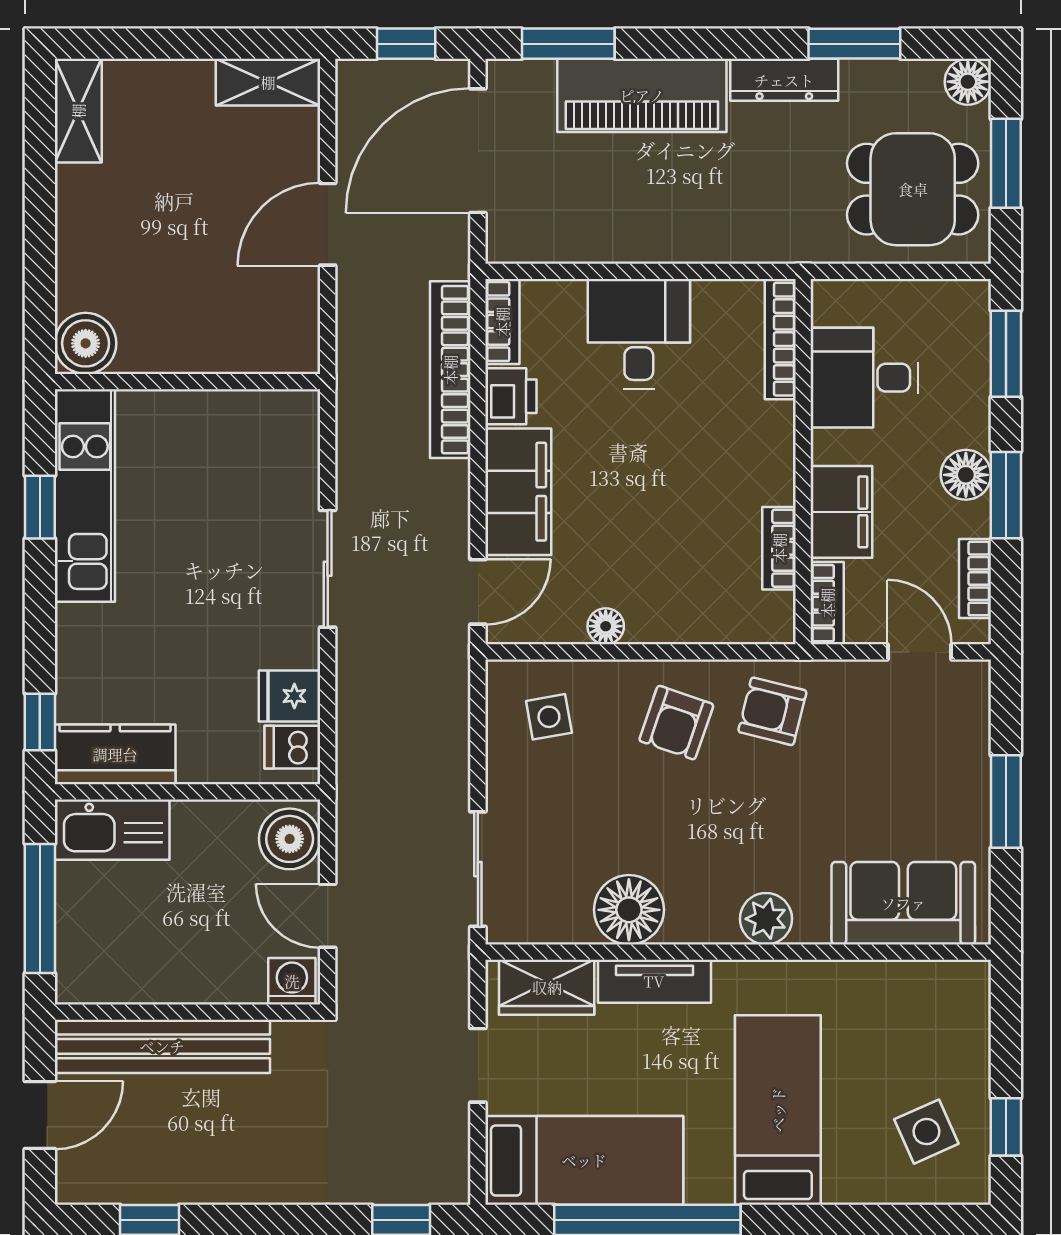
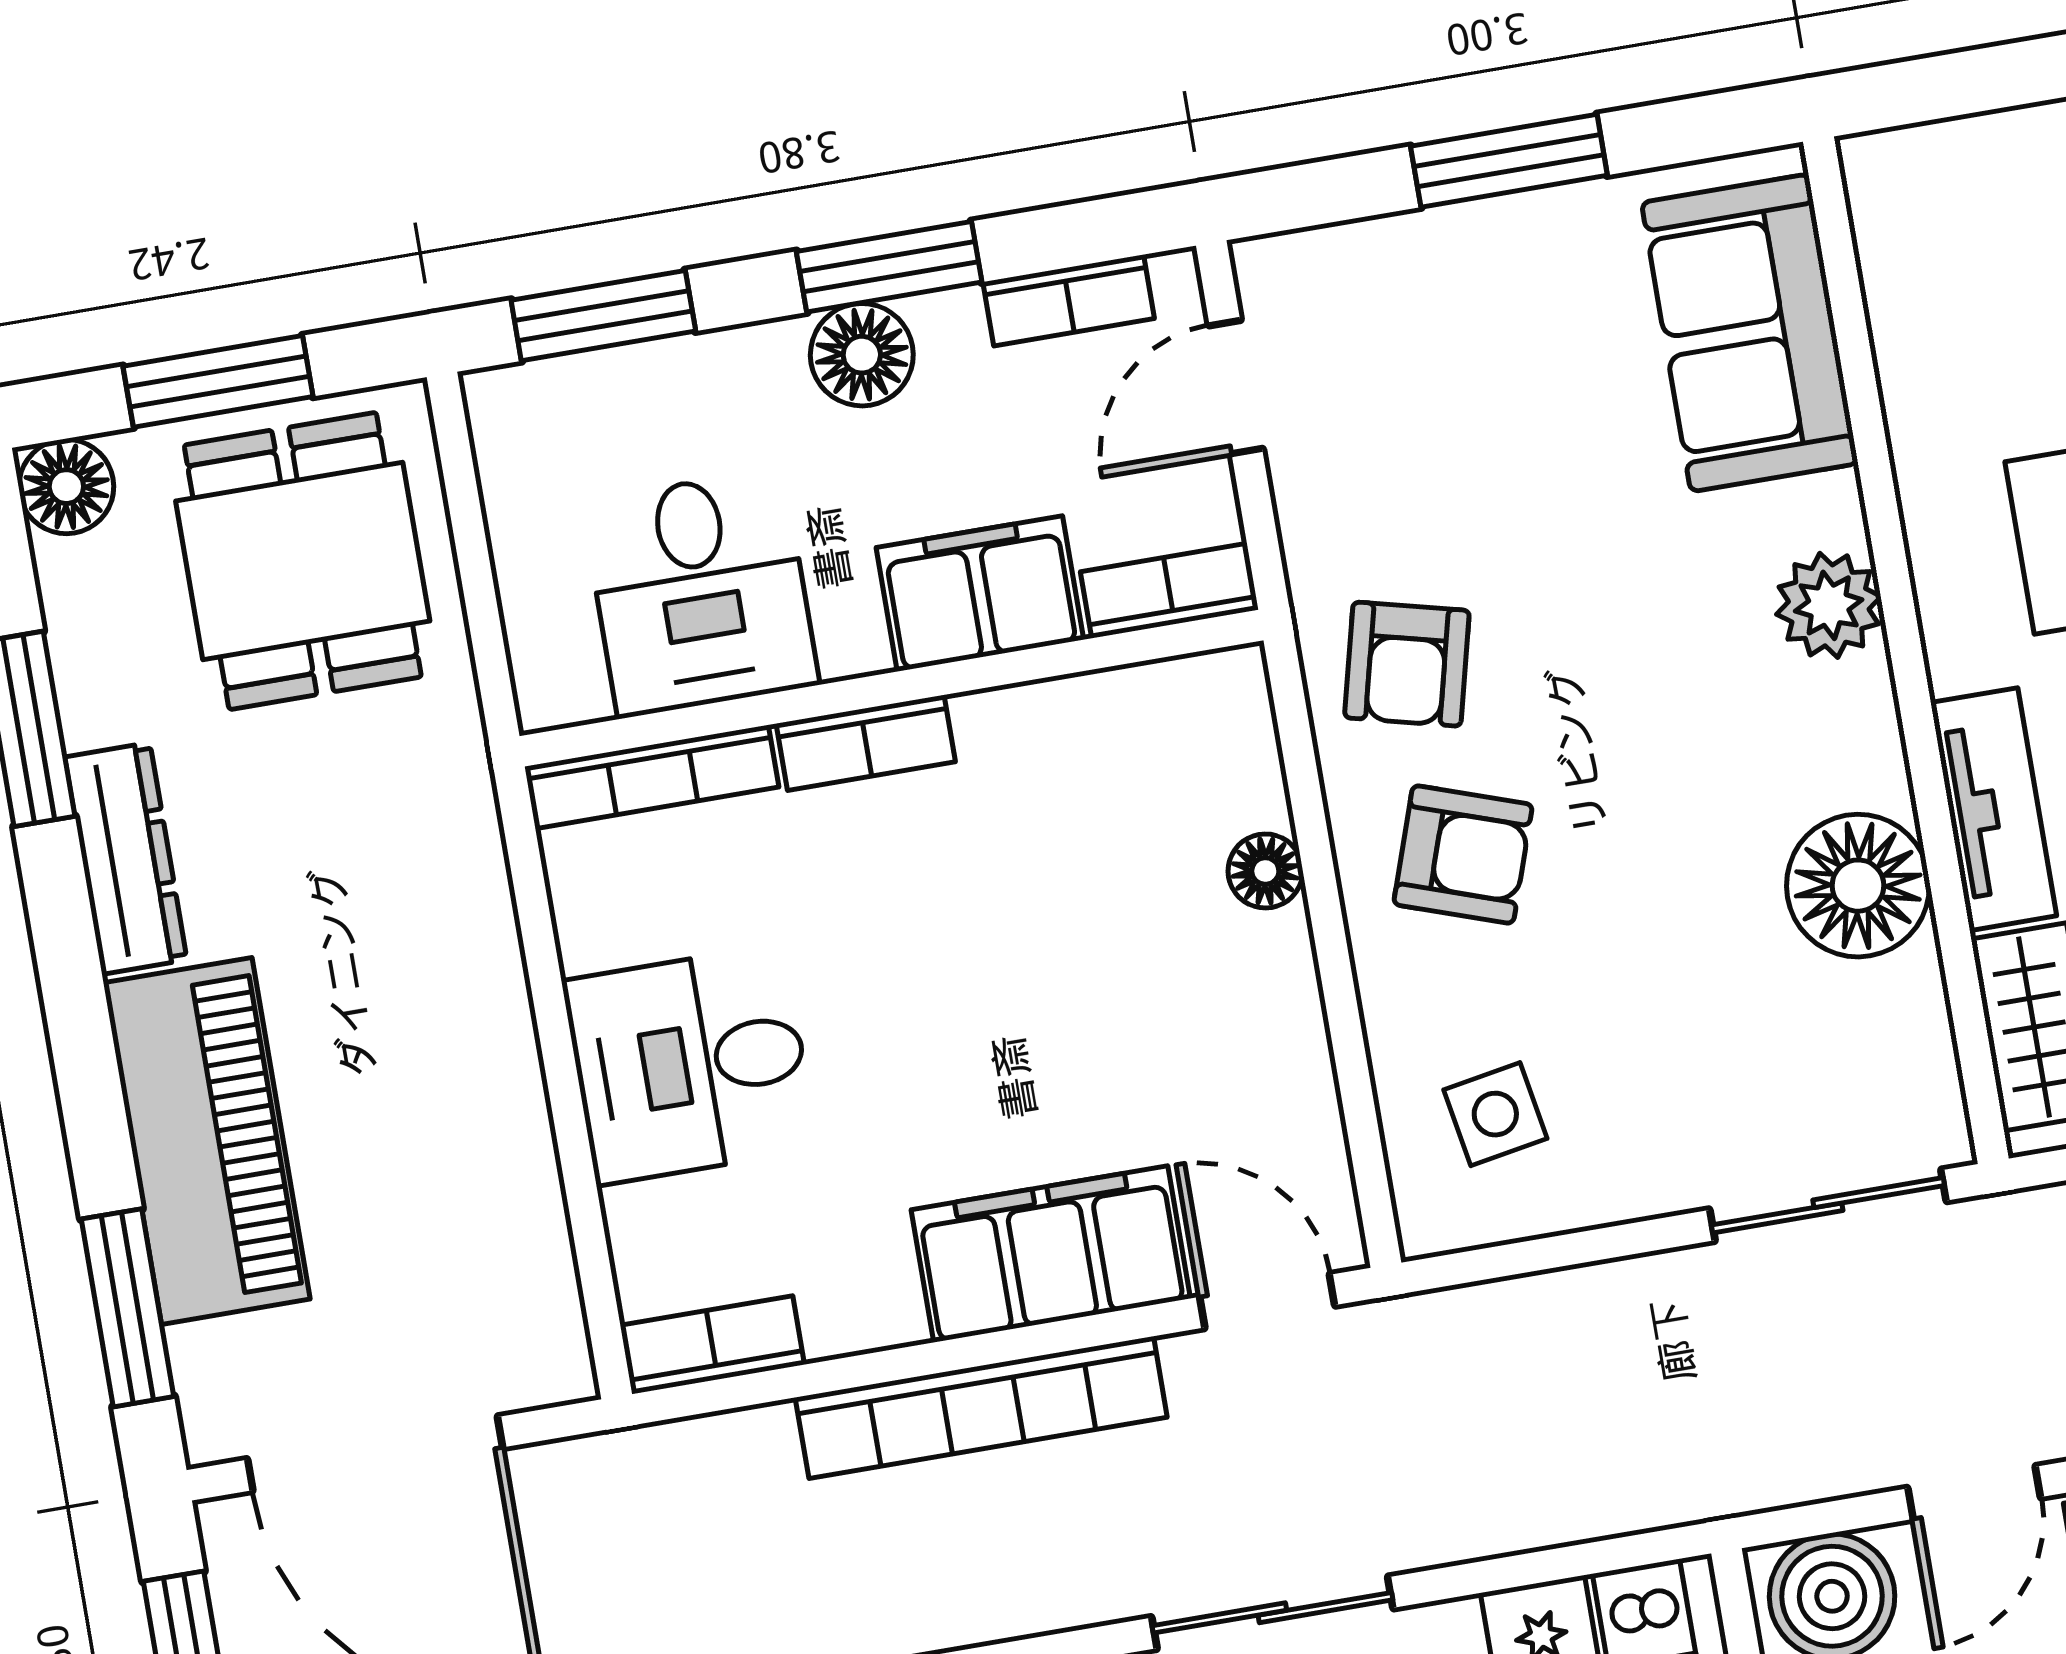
bookcase: (450, 370) -> (981, 1407), moved
printer: (511, 396) -> (860, 1302), removed
bookcase: (779, 548) -> (866, 743), moved
floor lamp: (606, 626) -> (1265, 871), moved

